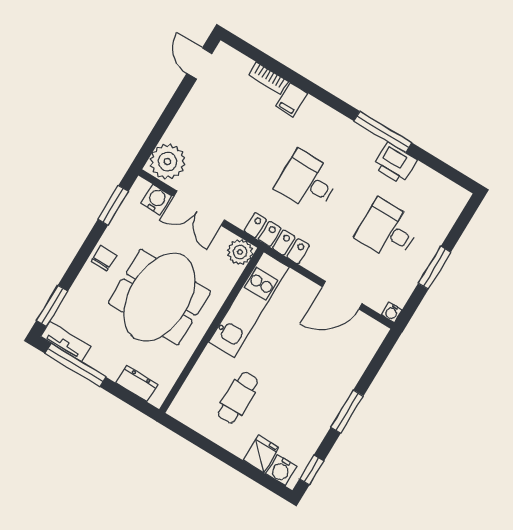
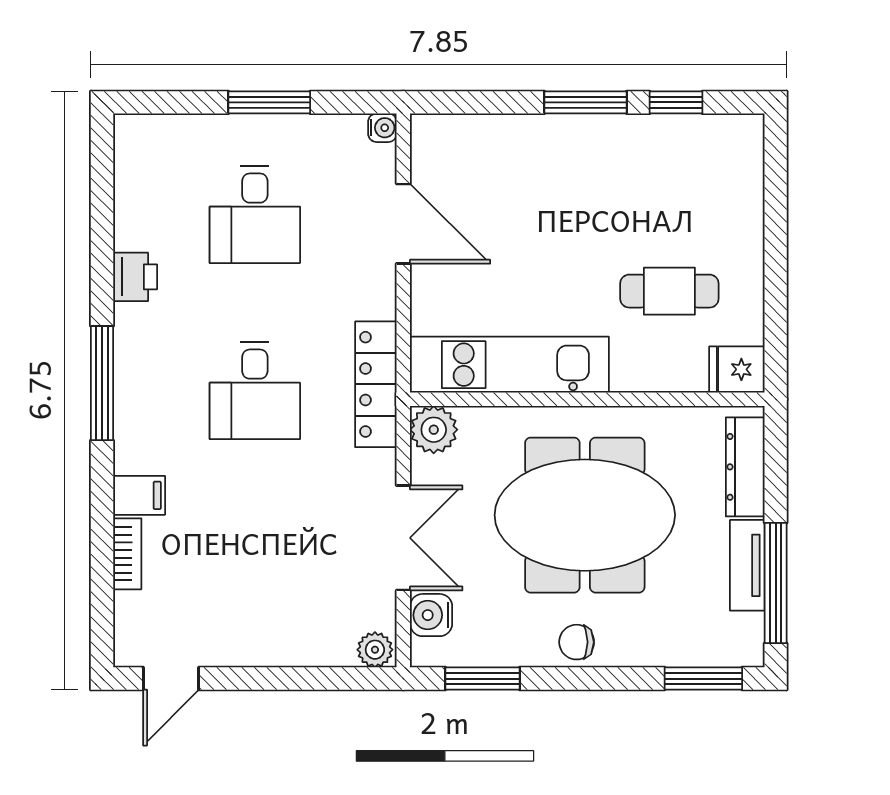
window: (383, 132) -> (102, 383), moved
plant: (167, 162) -> (375, 650), width x0.53, depth x0.53
printer: (395, 163) -> (135, 277), width x0.73, depth x0.81
tv unit: (66, 341) -> (747, 565), moved
dresser: (137, 384) -> (745, 467), width x1.44
fridge: (261, 454) -> (737, 369), moved
water cooler: (281, 470) -> (743, 151), removed
window: (312, 470) -> (676, 102), moved

